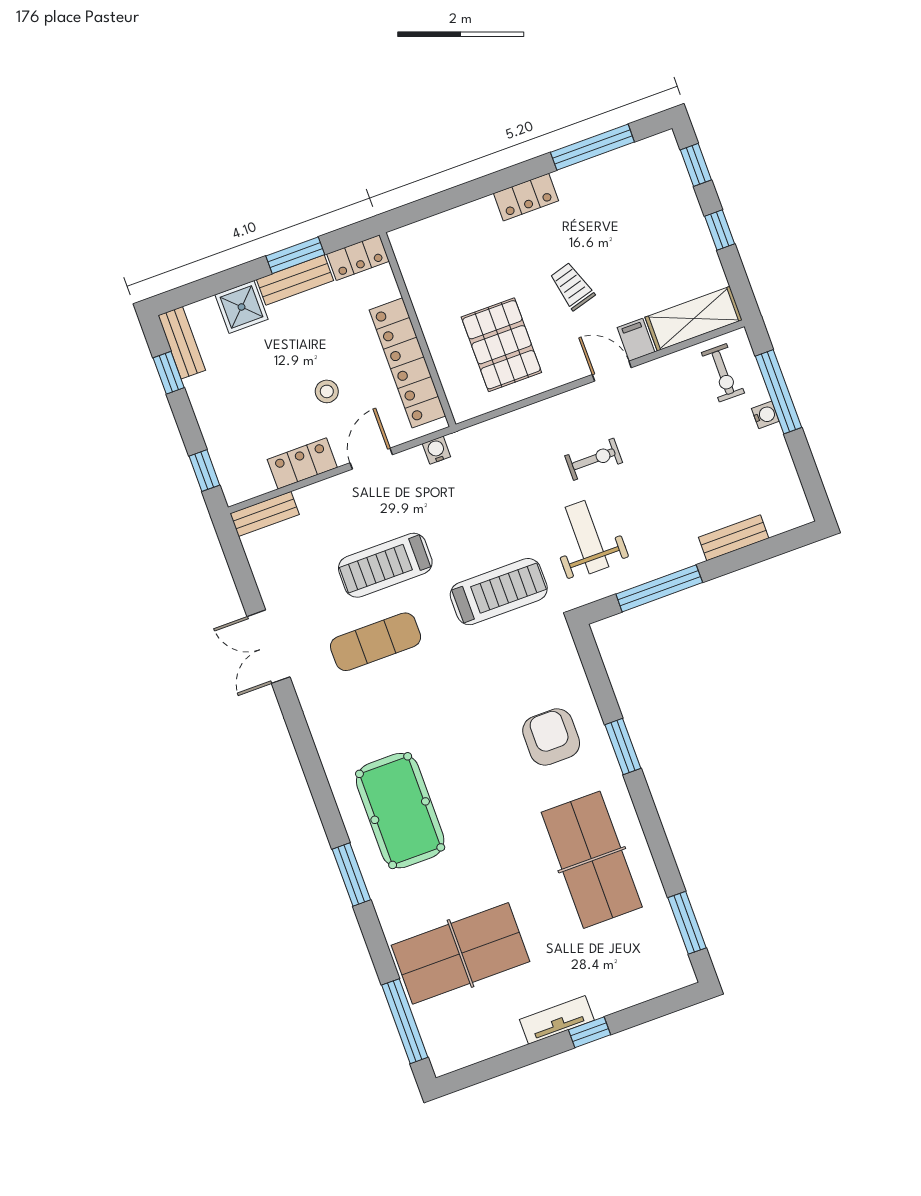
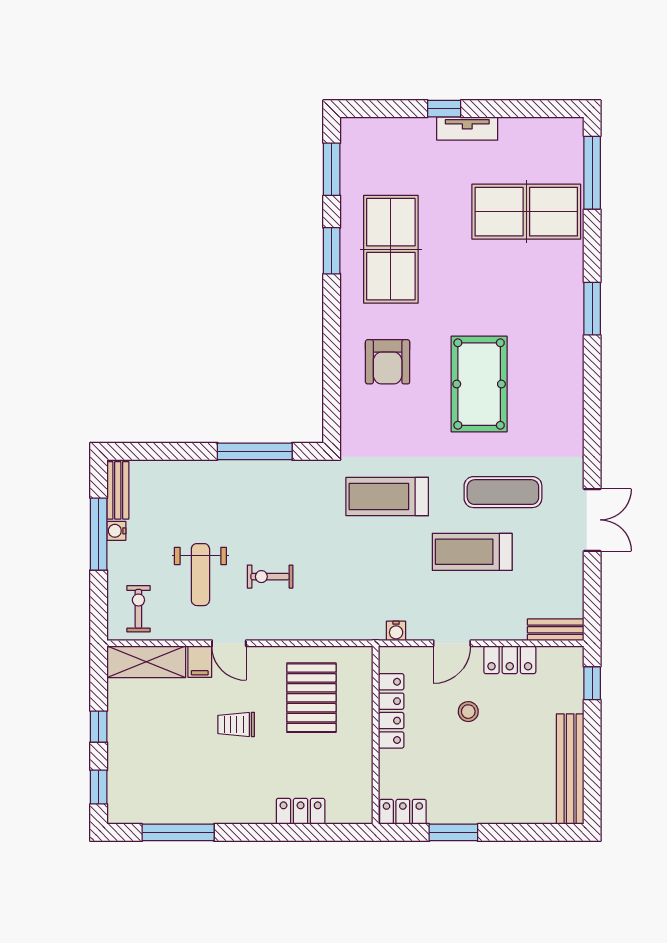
locker: (526, 197) -> (301, 811), moved
bench: (295, 280) -> (461, 812), removed
trolley: (572, 286) -> (236, 725), turned 106
shower: (242, 307) -> (513, 806), removed
bench: (182, 343) -> (570, 769), width x1.86, depth x1.21
locker: (407, 363) -> (391, 711), width x0.71, depth x0.83
window: (169, 373) -> (592, 774), removed
window: (778, 392) -> (99, 534), moved
water cooler: (765, 415) -> (116, 531), moved
weight bench: (587, 537) -> (200, 575), moved
bench: (734, 538) -> (118, 490), moved, turned 90
treadmill: (385, 565) -> (472, 552), turned 180
window: (623, 747) -> (332, 251), moved
pool table: (400, 811) -> (479, 384), moved

